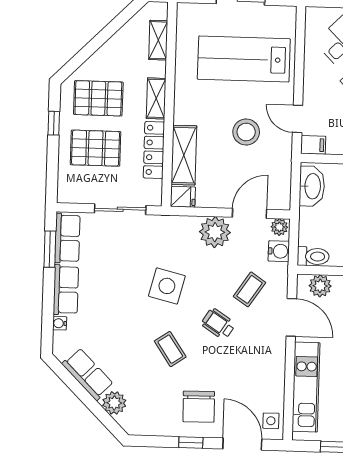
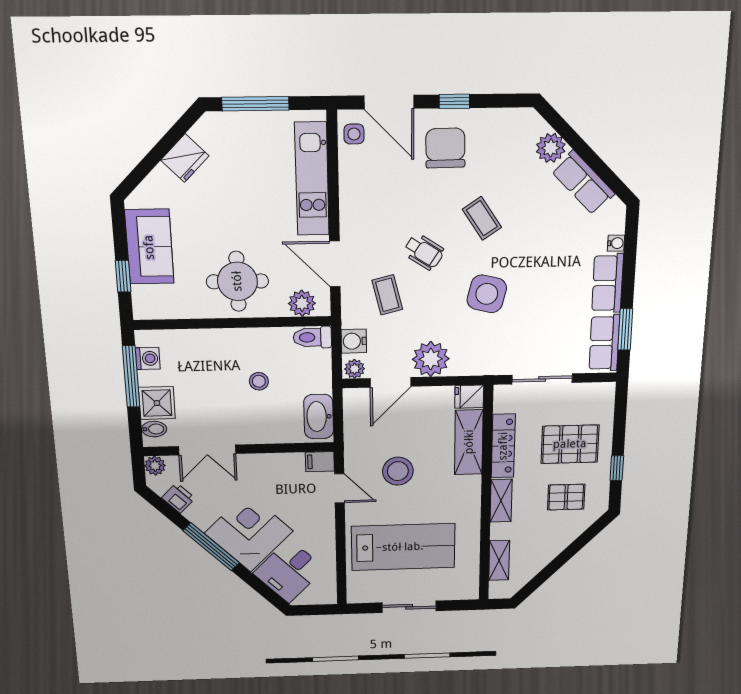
pallet: (98, 98) -> (566, 497), width x0.67, depth x0.71
coffee table: (249, 289) -> (387, 295), turned -48

